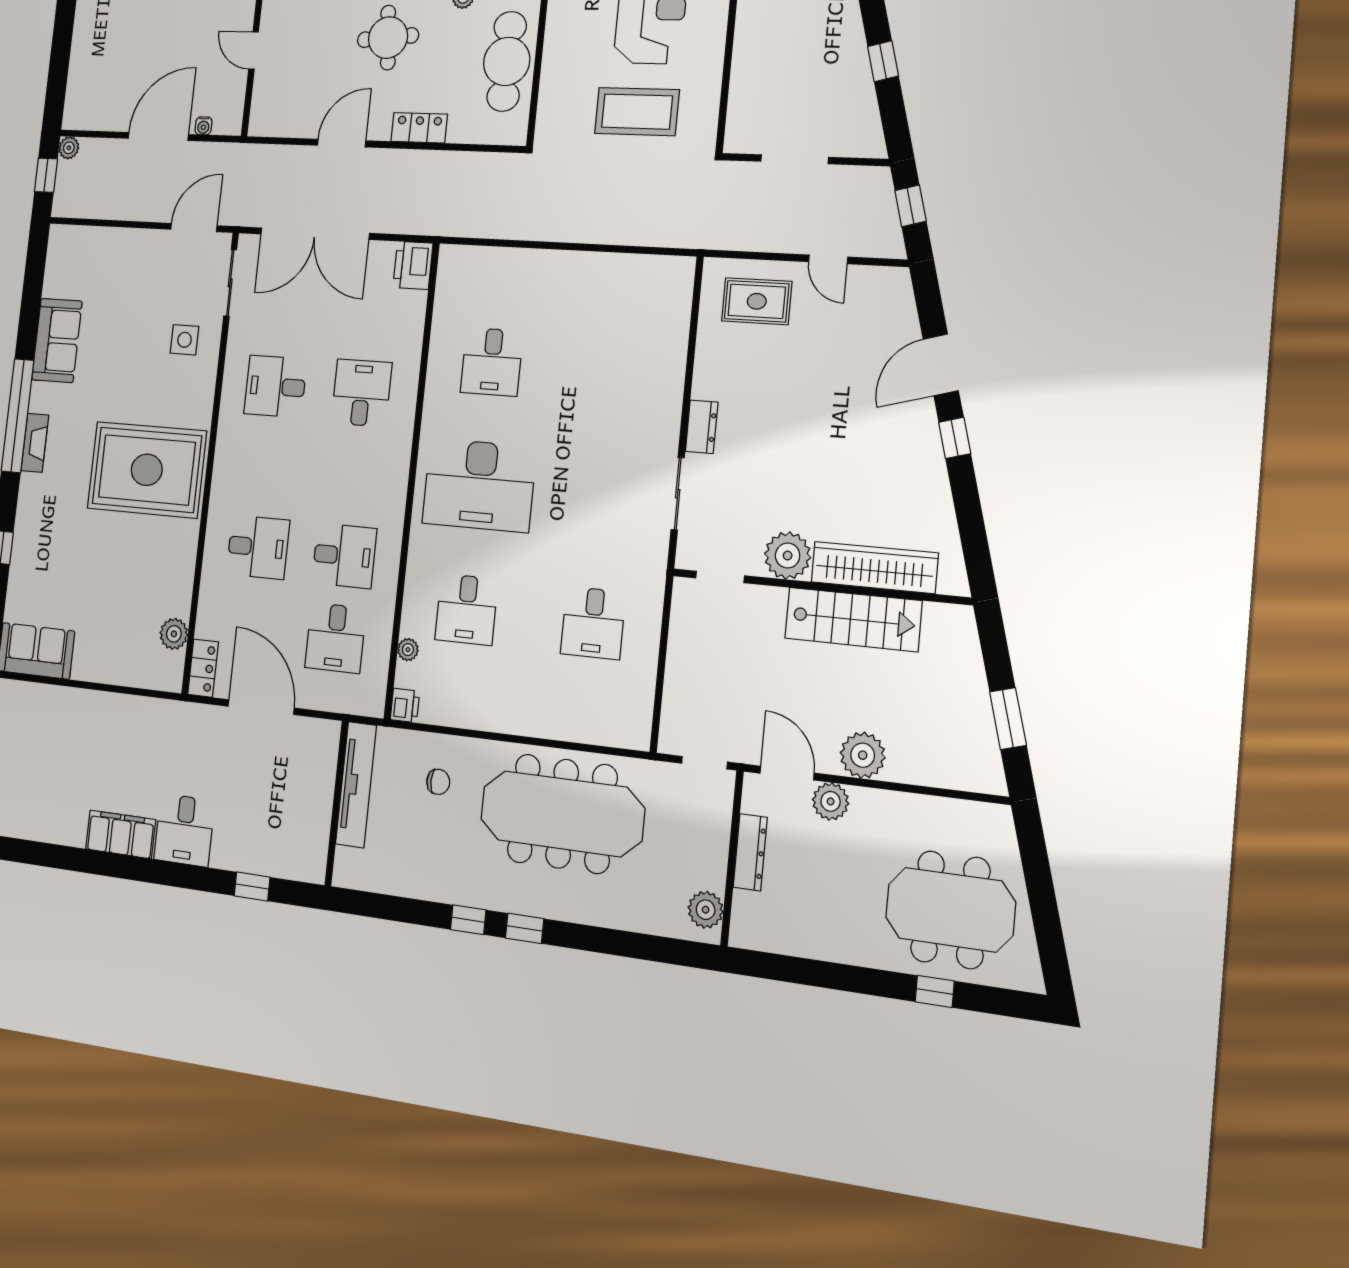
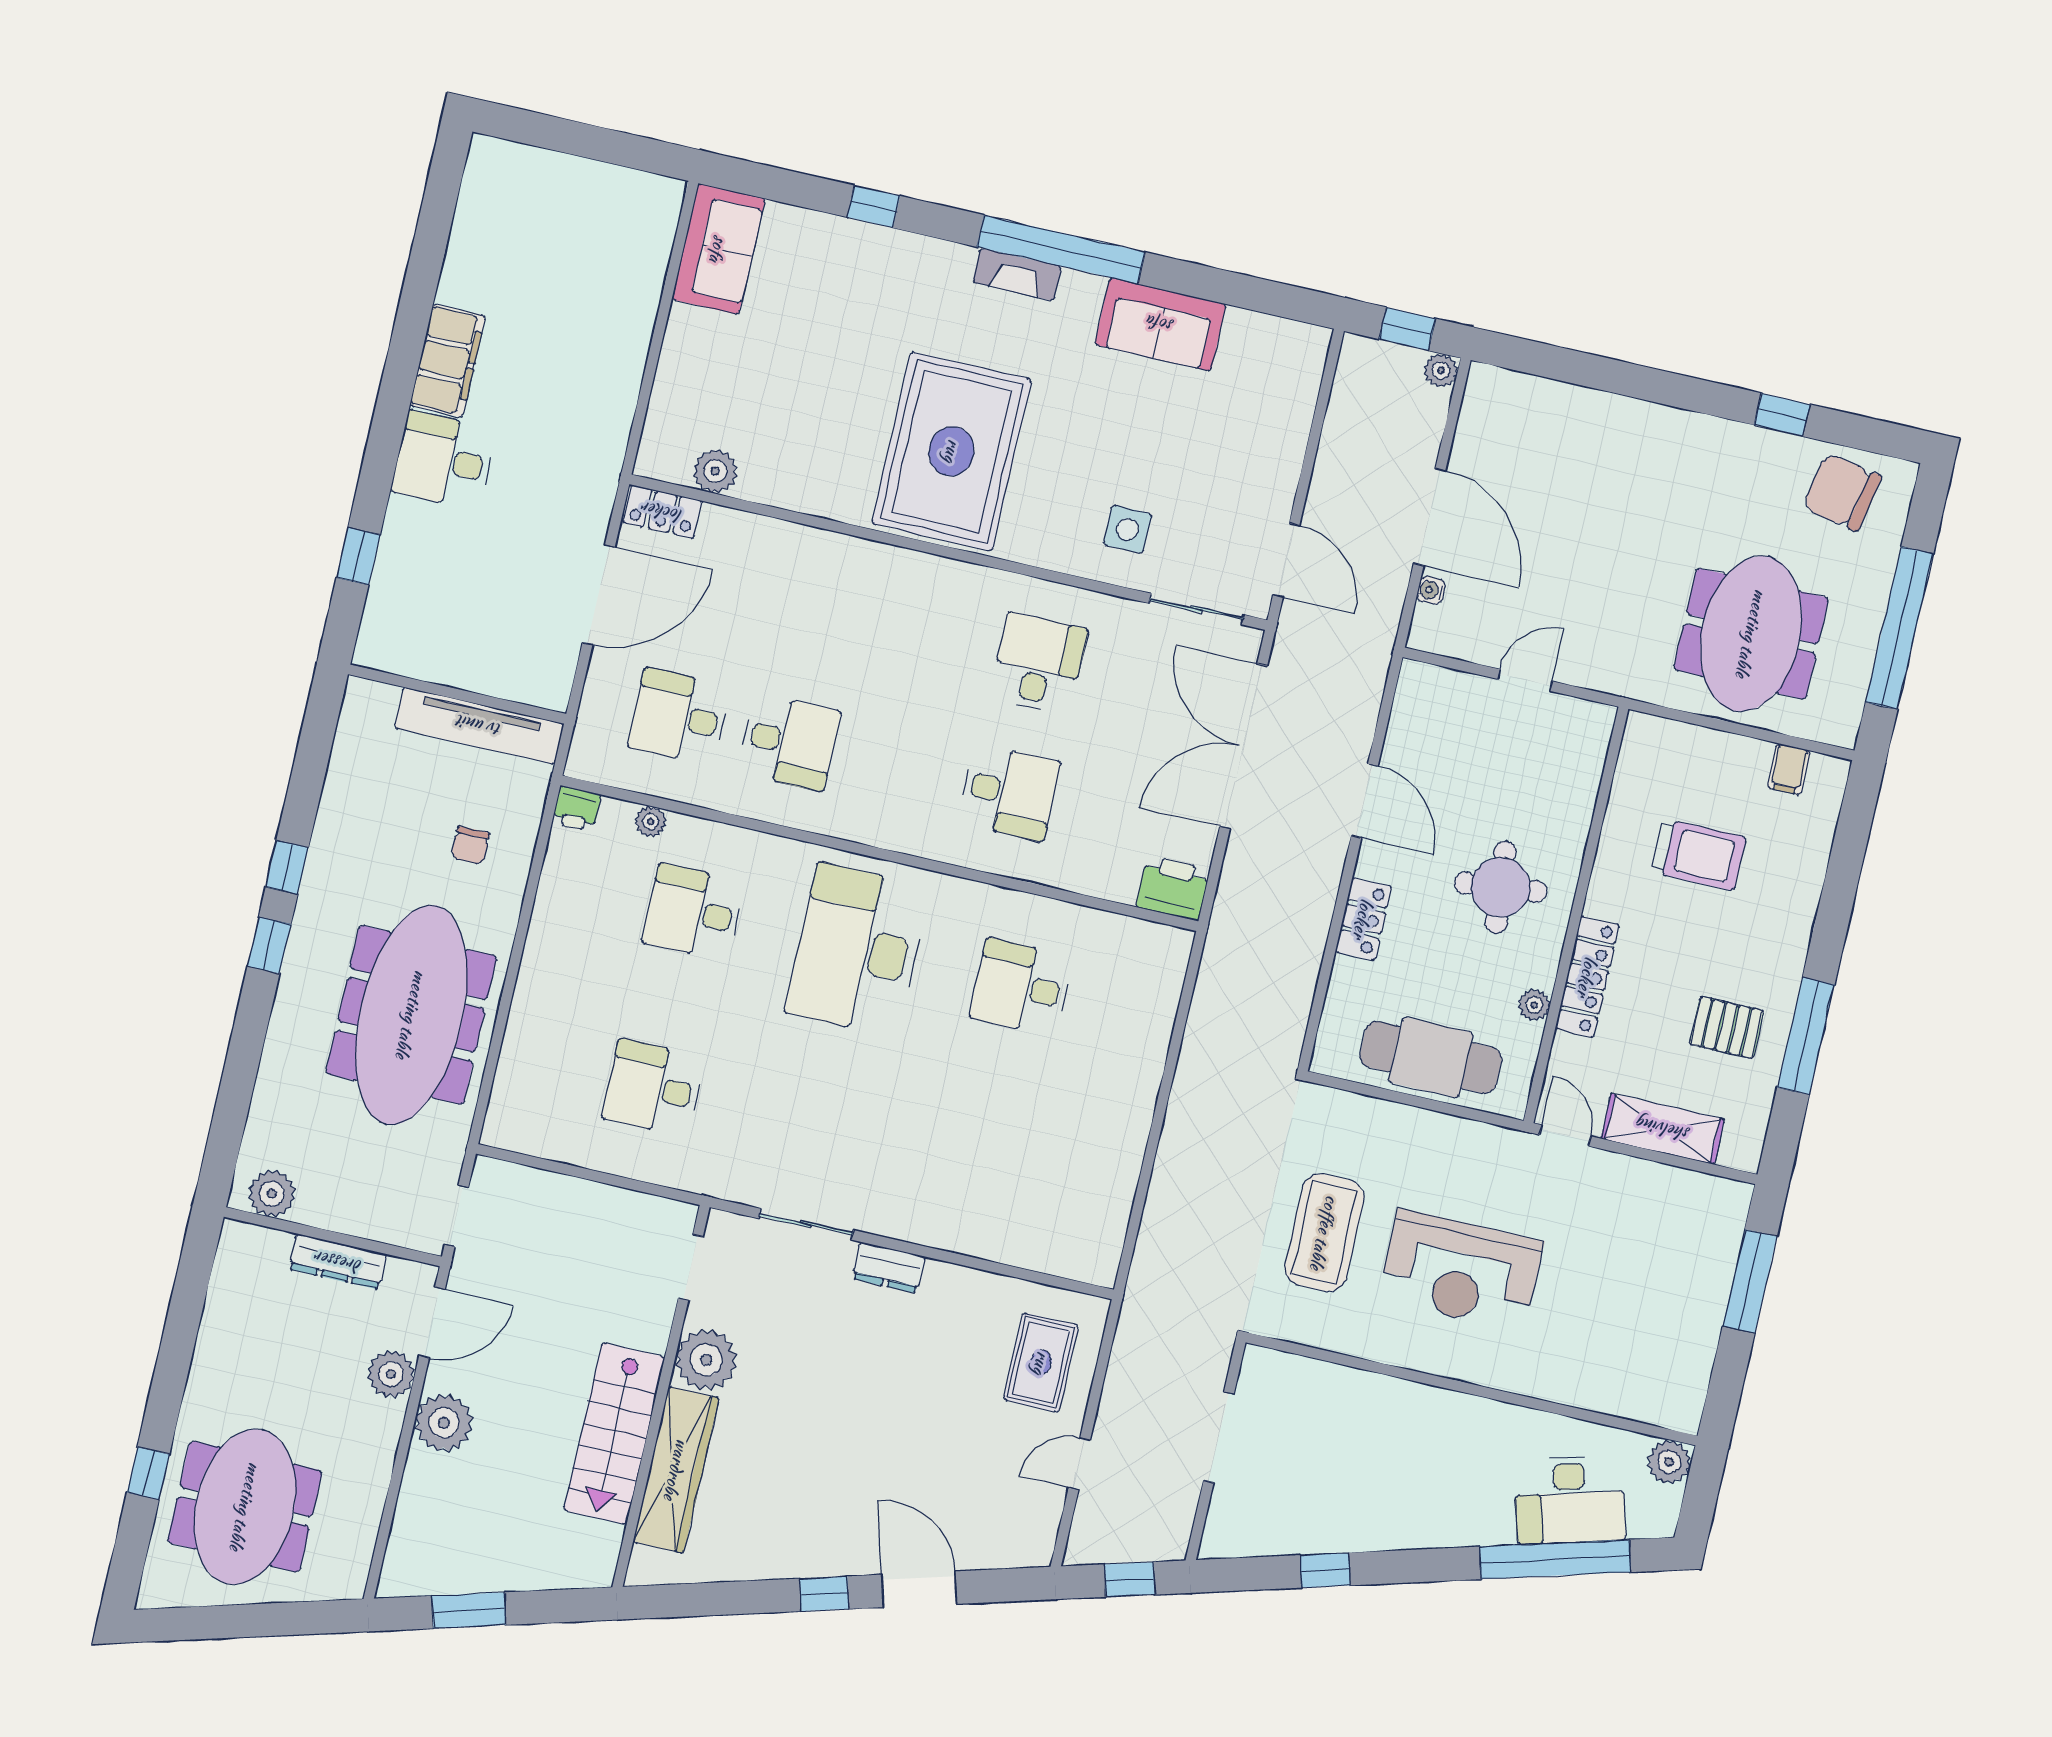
desk: (258, 547) -> (819, 613), removed
desk: (344, 556) -> (789, 742), turned -90

